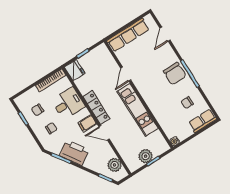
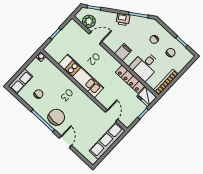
door: (165, 34) -> (65, 142), moved
door: (126, 74) -> (112, 116), moved
chair: (175, 74) -> (56, 117), turned 90
locker: (96, 108) -> (130, 79), moved
door: (104, 133) -> (95, 38), moved
printer: (74, 153) -> (123, 19), width x0.53, depth x0.68
plant: (146, 156) -> (63, 36), removed

